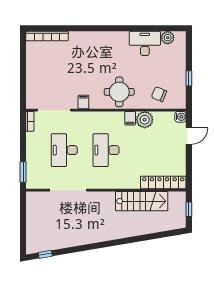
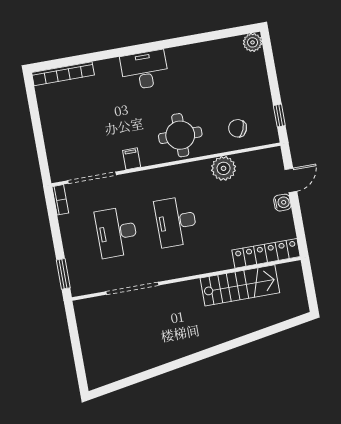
plant: (168, 38) -> (253, 42), moved
desk: (145, 43) -> (144, 70), moved
window: (189, 78) -> (279, 116), moved
water cooler: (180, 117) -> (282, 203), moved
filing cabinet: (130, 118) -> (202, 170), removed
window: (189, 209) -> (310, 285), removed
window: (45, 254) -> (116, 386), removed

